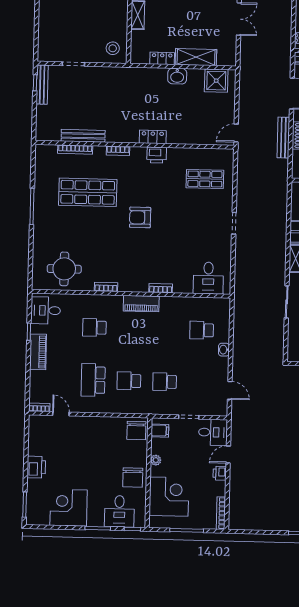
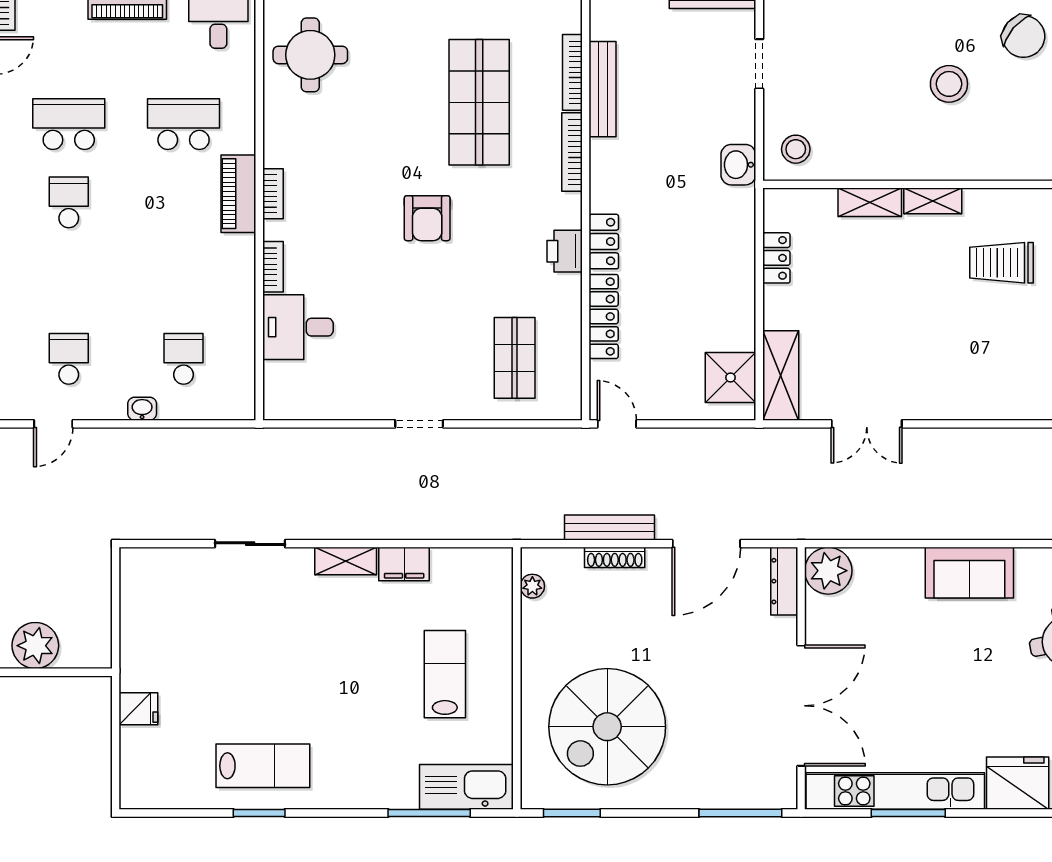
shelving: (196, 57) -> (781, 375), moved
washbasin: (177, 76) -> (738, 165), moved
locker: (187, 138) -> (604, 316), added
bookcase: (118, 151) -> (572, 152), width x1.56
armchair: (140, 217) -> (427, 218), turned 180
desk: (208, 278) -> (298, 327), moved
bookcase: (106, 287) -> (273, 194), moved
piano: (141, 304) -> (238, 194), moved
school desk: (94, 328) -> (184, 124), width x1.85
school desk: (165, 382) -> (69, 359), moved

